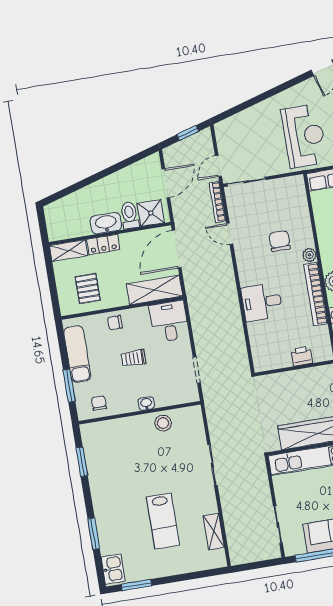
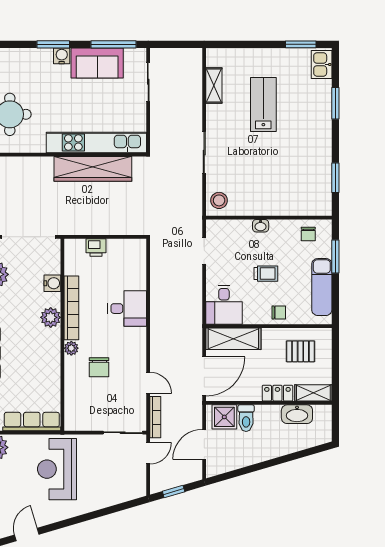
washbasin: (106, 223) -> (297, 414), moved
pallet: (88, 289) -> (300, 351), turned 90
stool: (163, 423) -> (219, 200), moved

